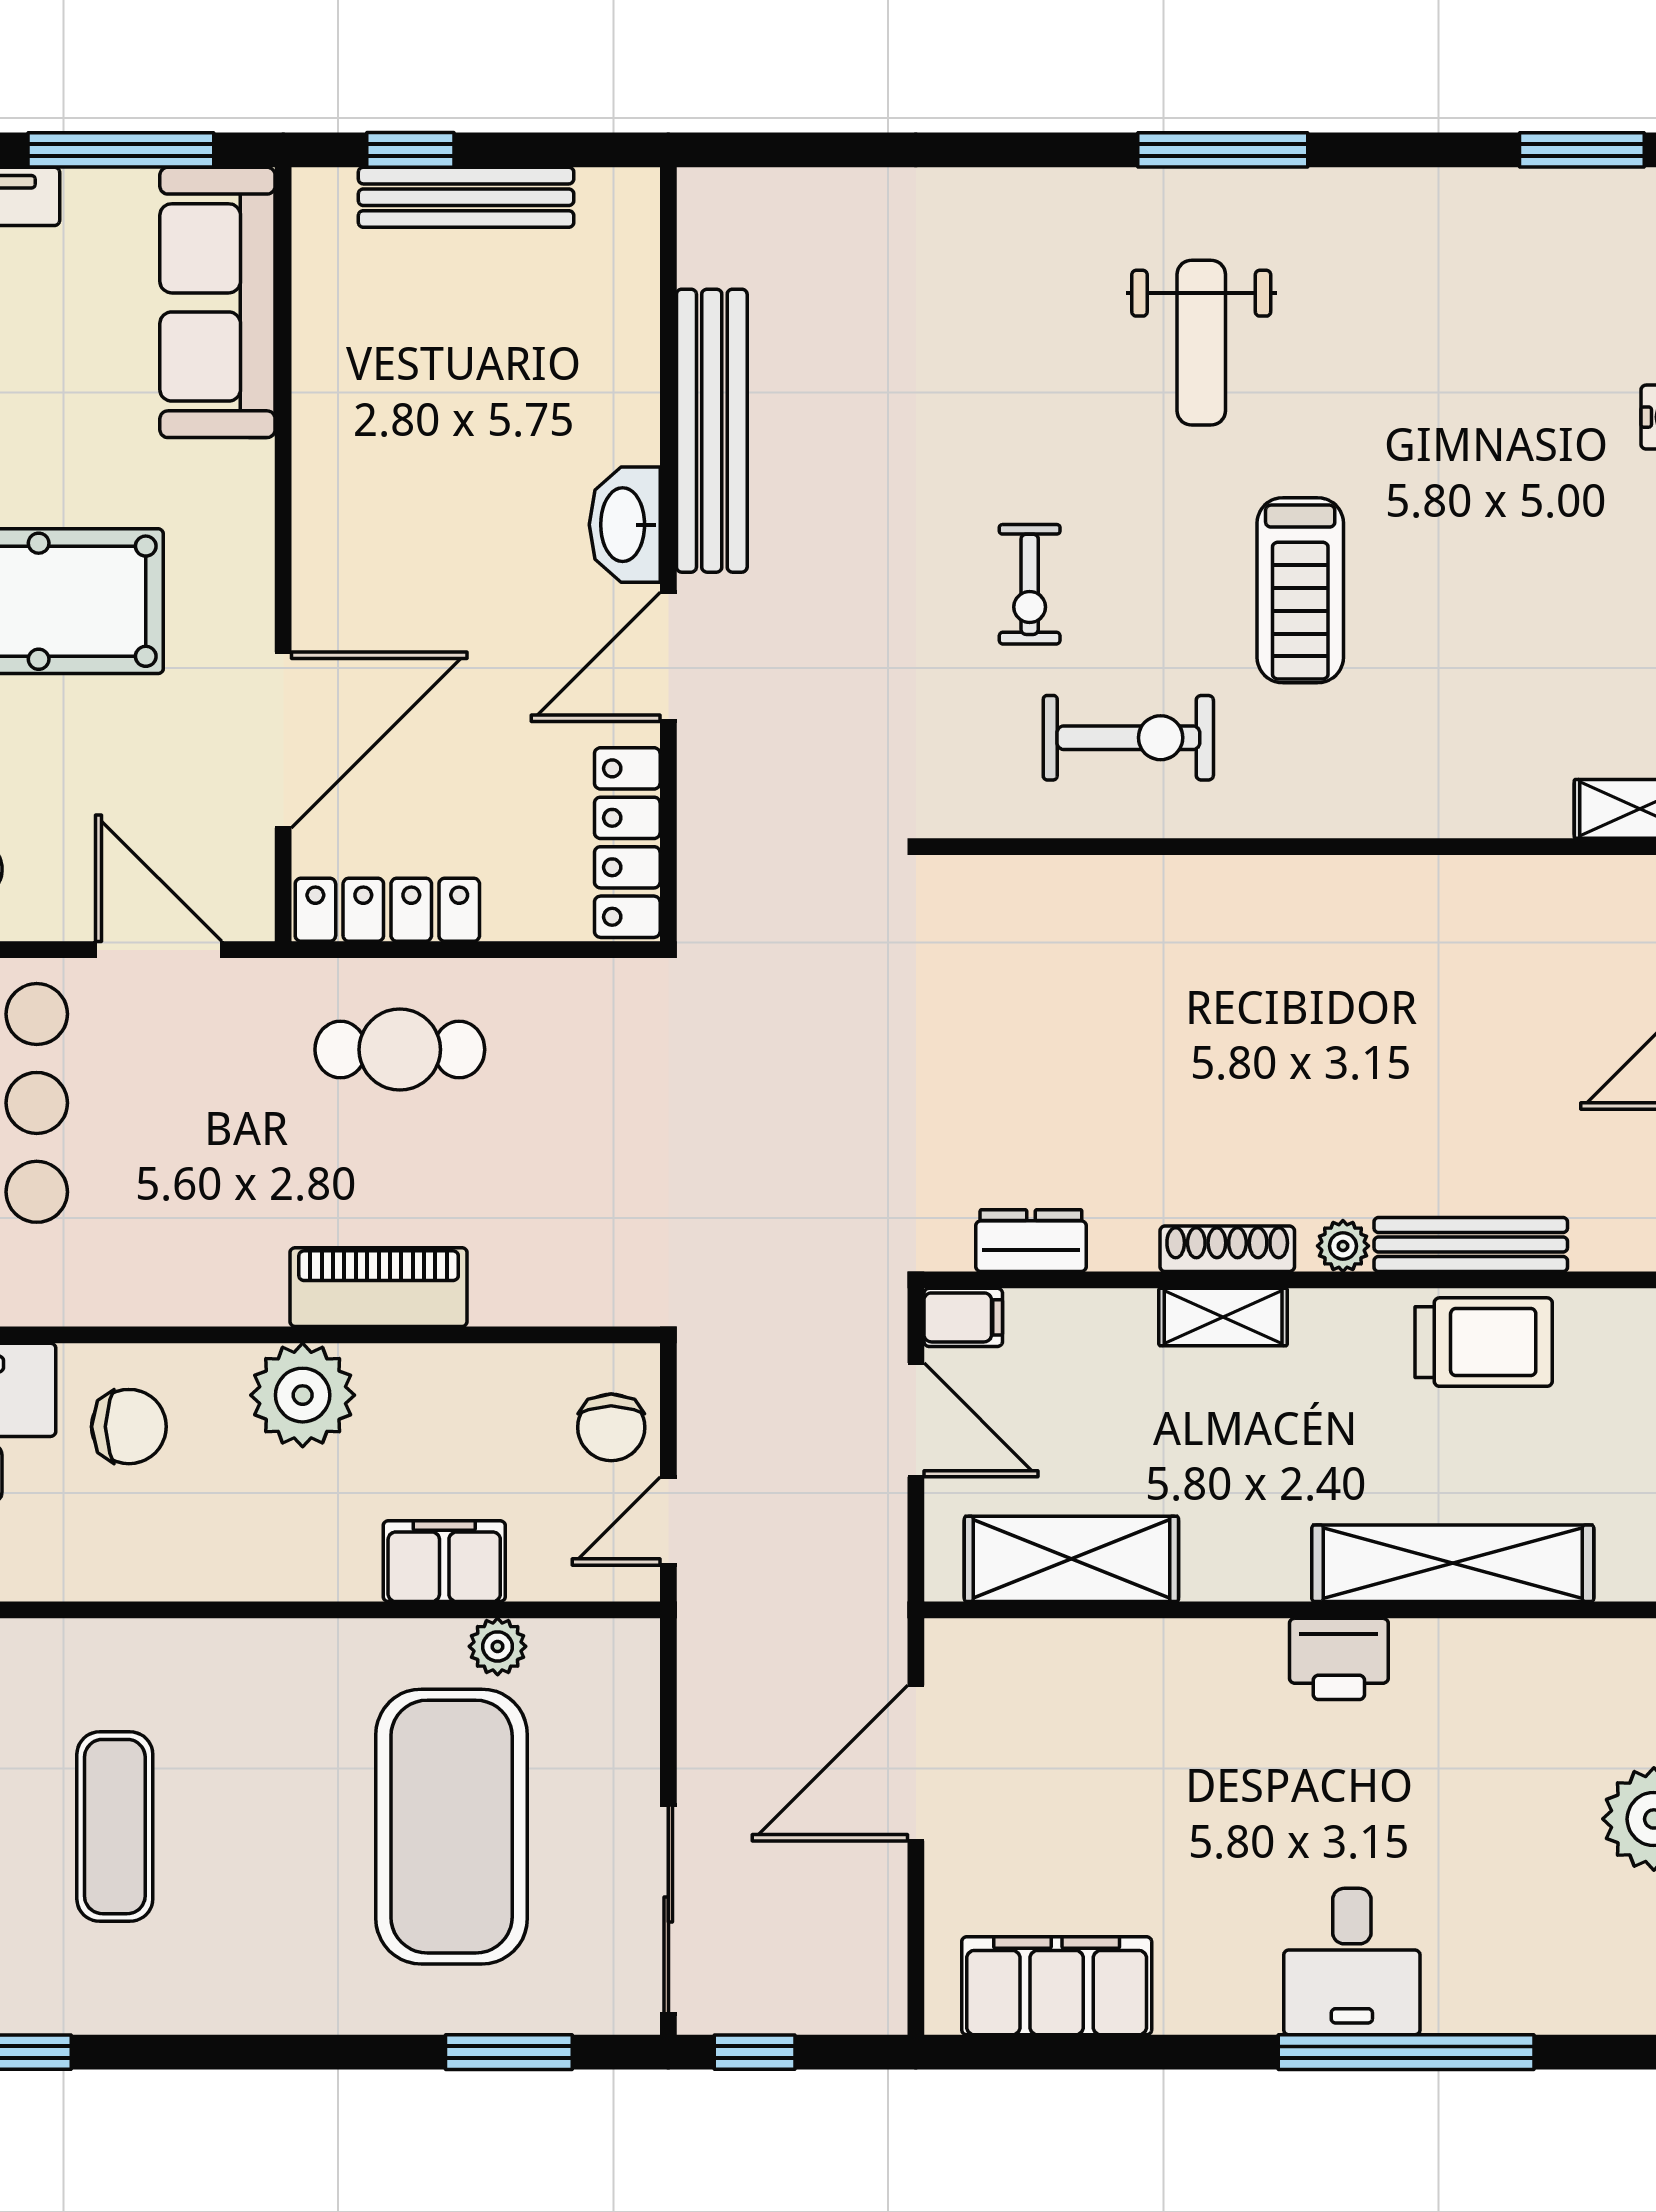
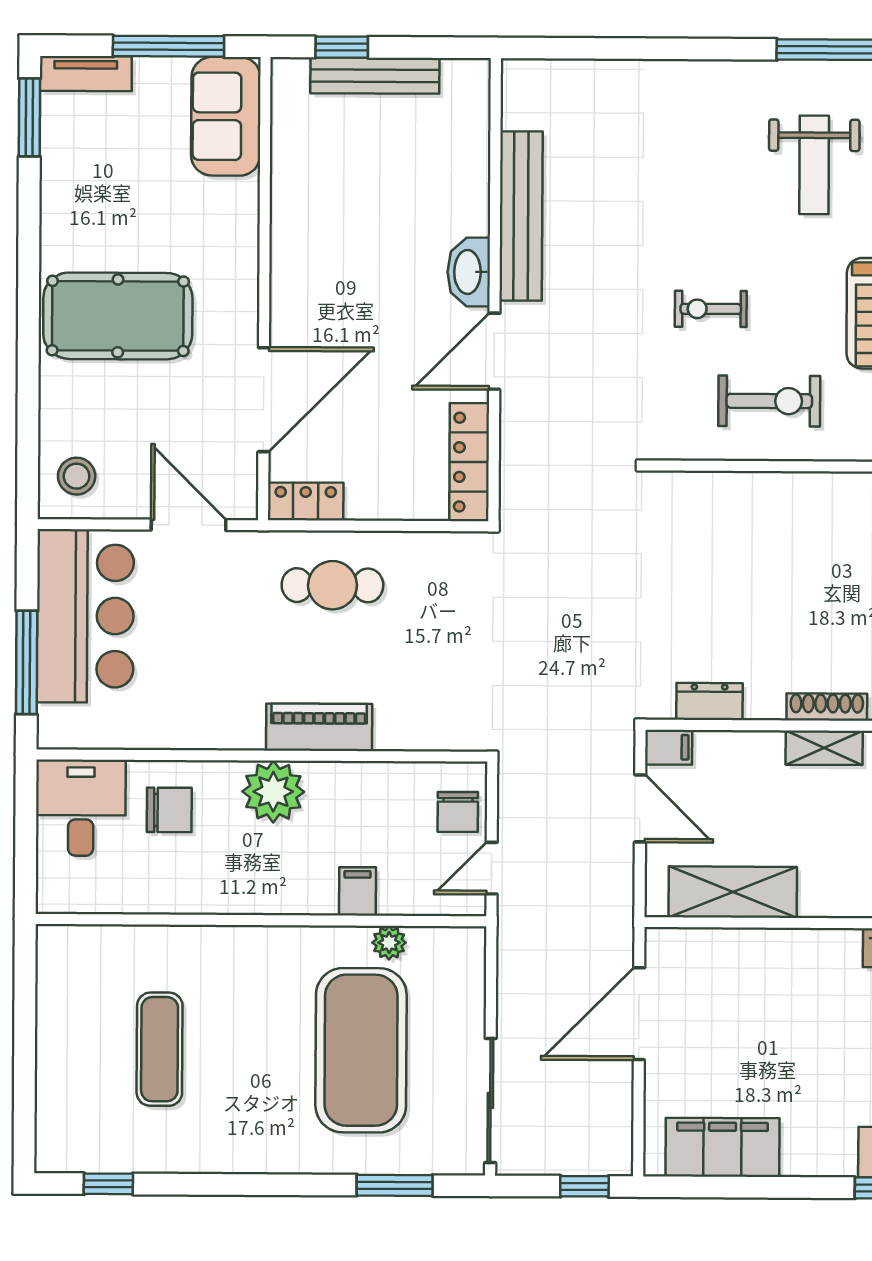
sofa: (217, 302) -> (226, 116), width x0.73
exercise bike: (1030, 584) -> (711, 309), turned 90
locker: (387, 910) -> (306, 501), width x0.66
filing cabinet: (444, 1561) -> (357, 891), width x0.50
window: (755, 2052) -> (584, 1186), moved

